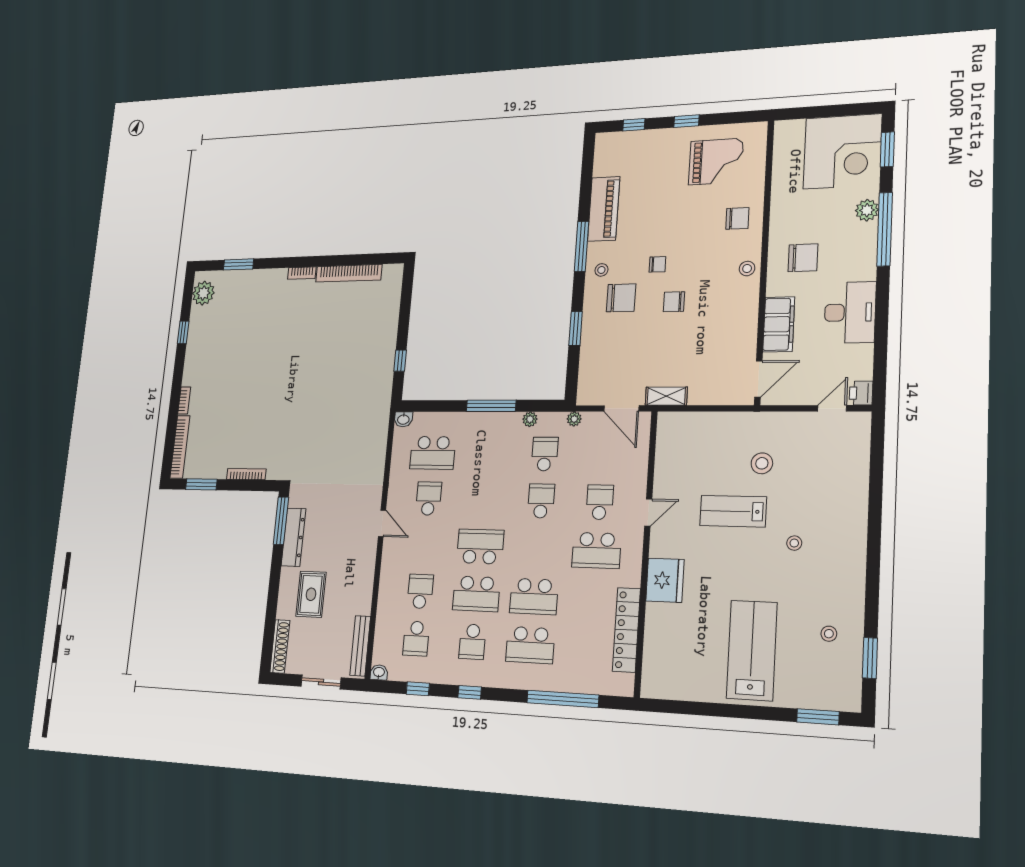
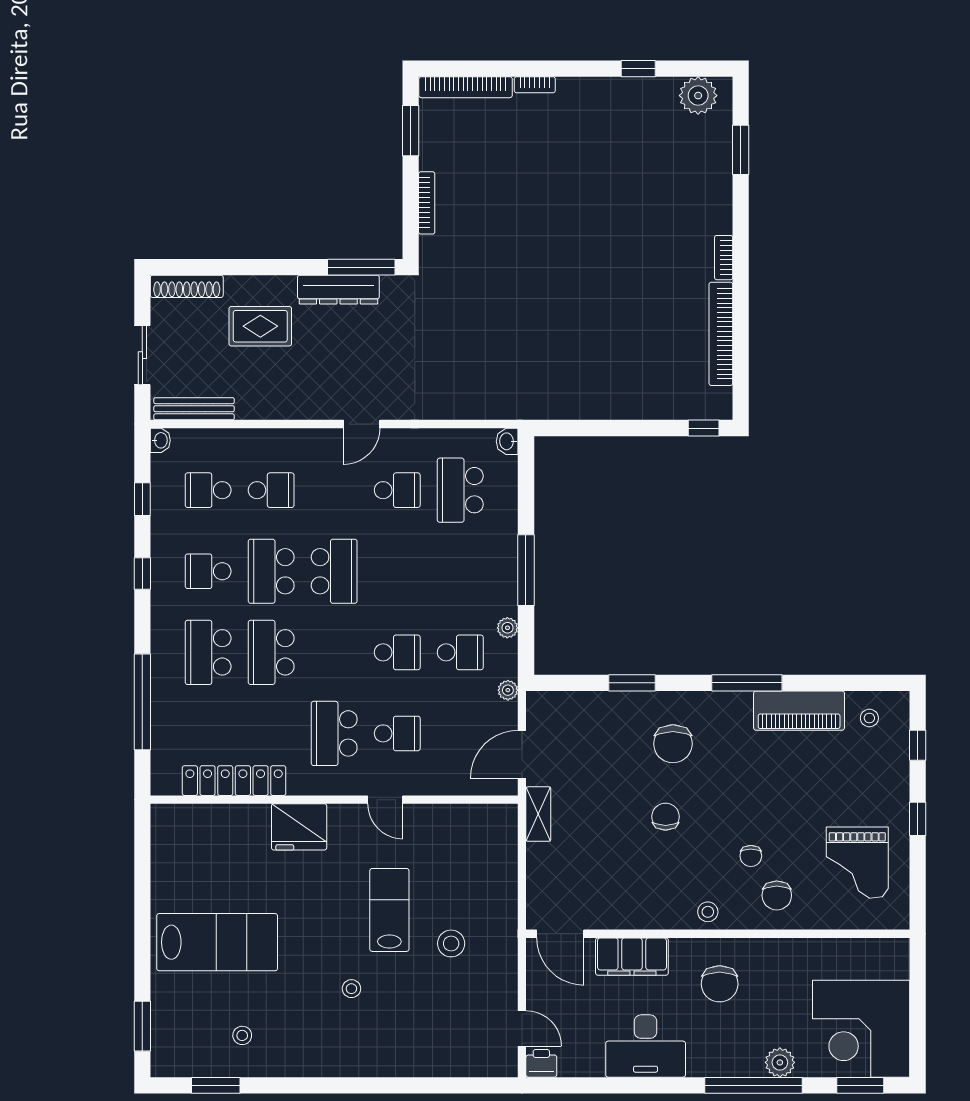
chair: (657, 264) -> (751, 856), moved
stool: (601, 270) -> (869, 718), moved
window: (400, 361) -> (704, 428), moved

